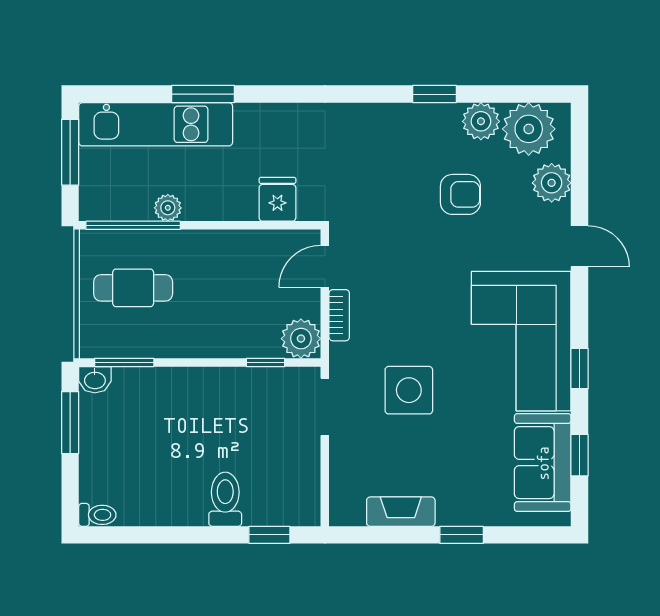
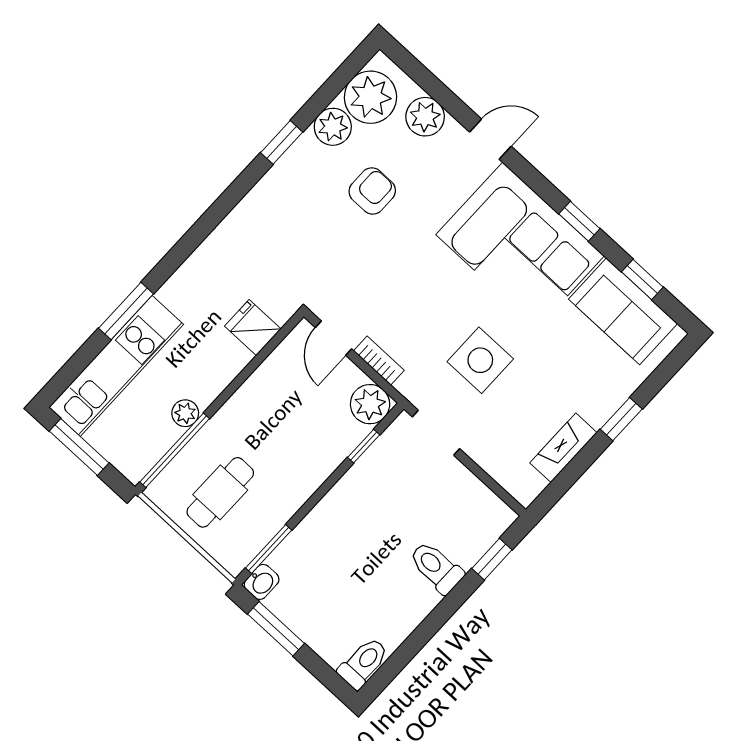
toilet: (97, 515) -> (363, 663), width x1.37, depth x1.39

